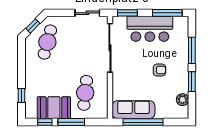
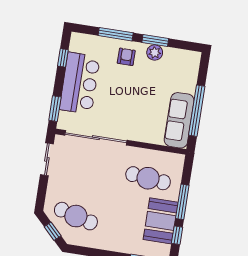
window: (167, 13) -> (63, 58), width x0.46
armchair: (159, 70) -> (126, 57), moved
plant: (183, 100) -> (155, 53), moved

